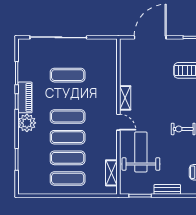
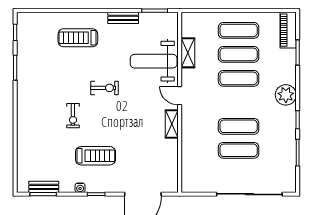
piano: (25, 97) -> (288, 30), moved
exercise mat: (68, 116) -> (239, 126), moved
weight bench: (141, 152) -> (154, 61), turned 90
shelving: (111, 173) -> (188, 53), moved

